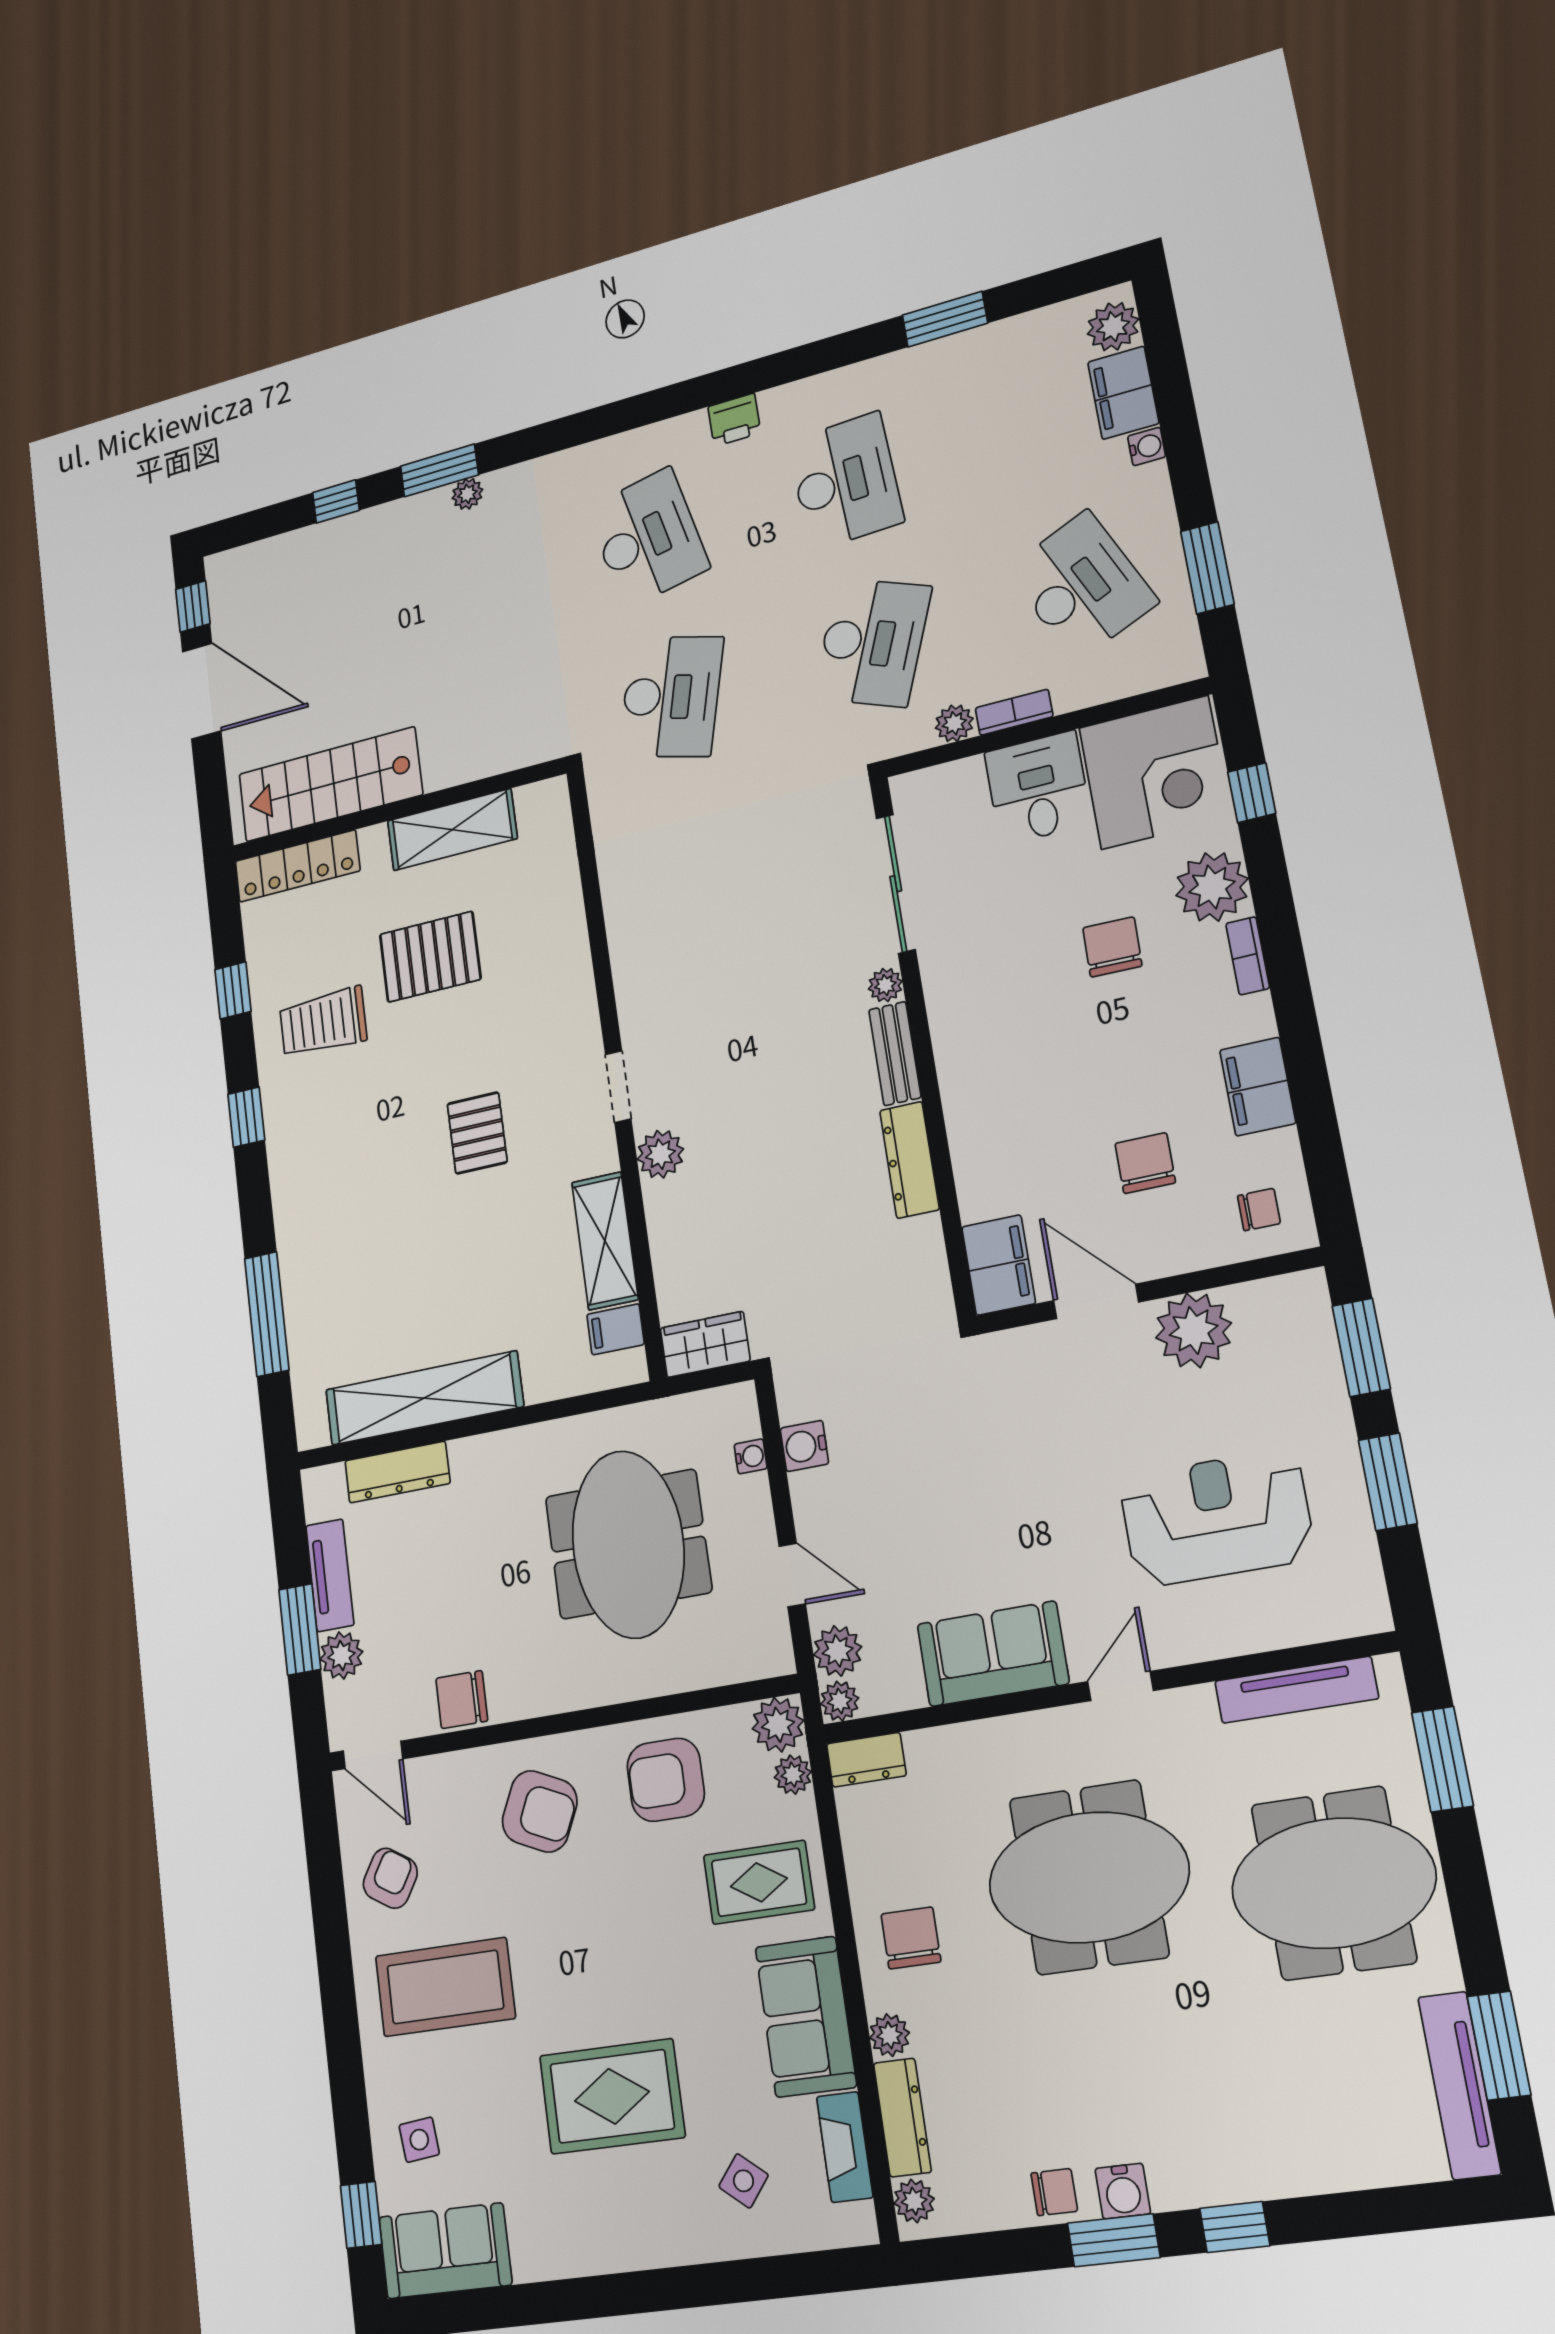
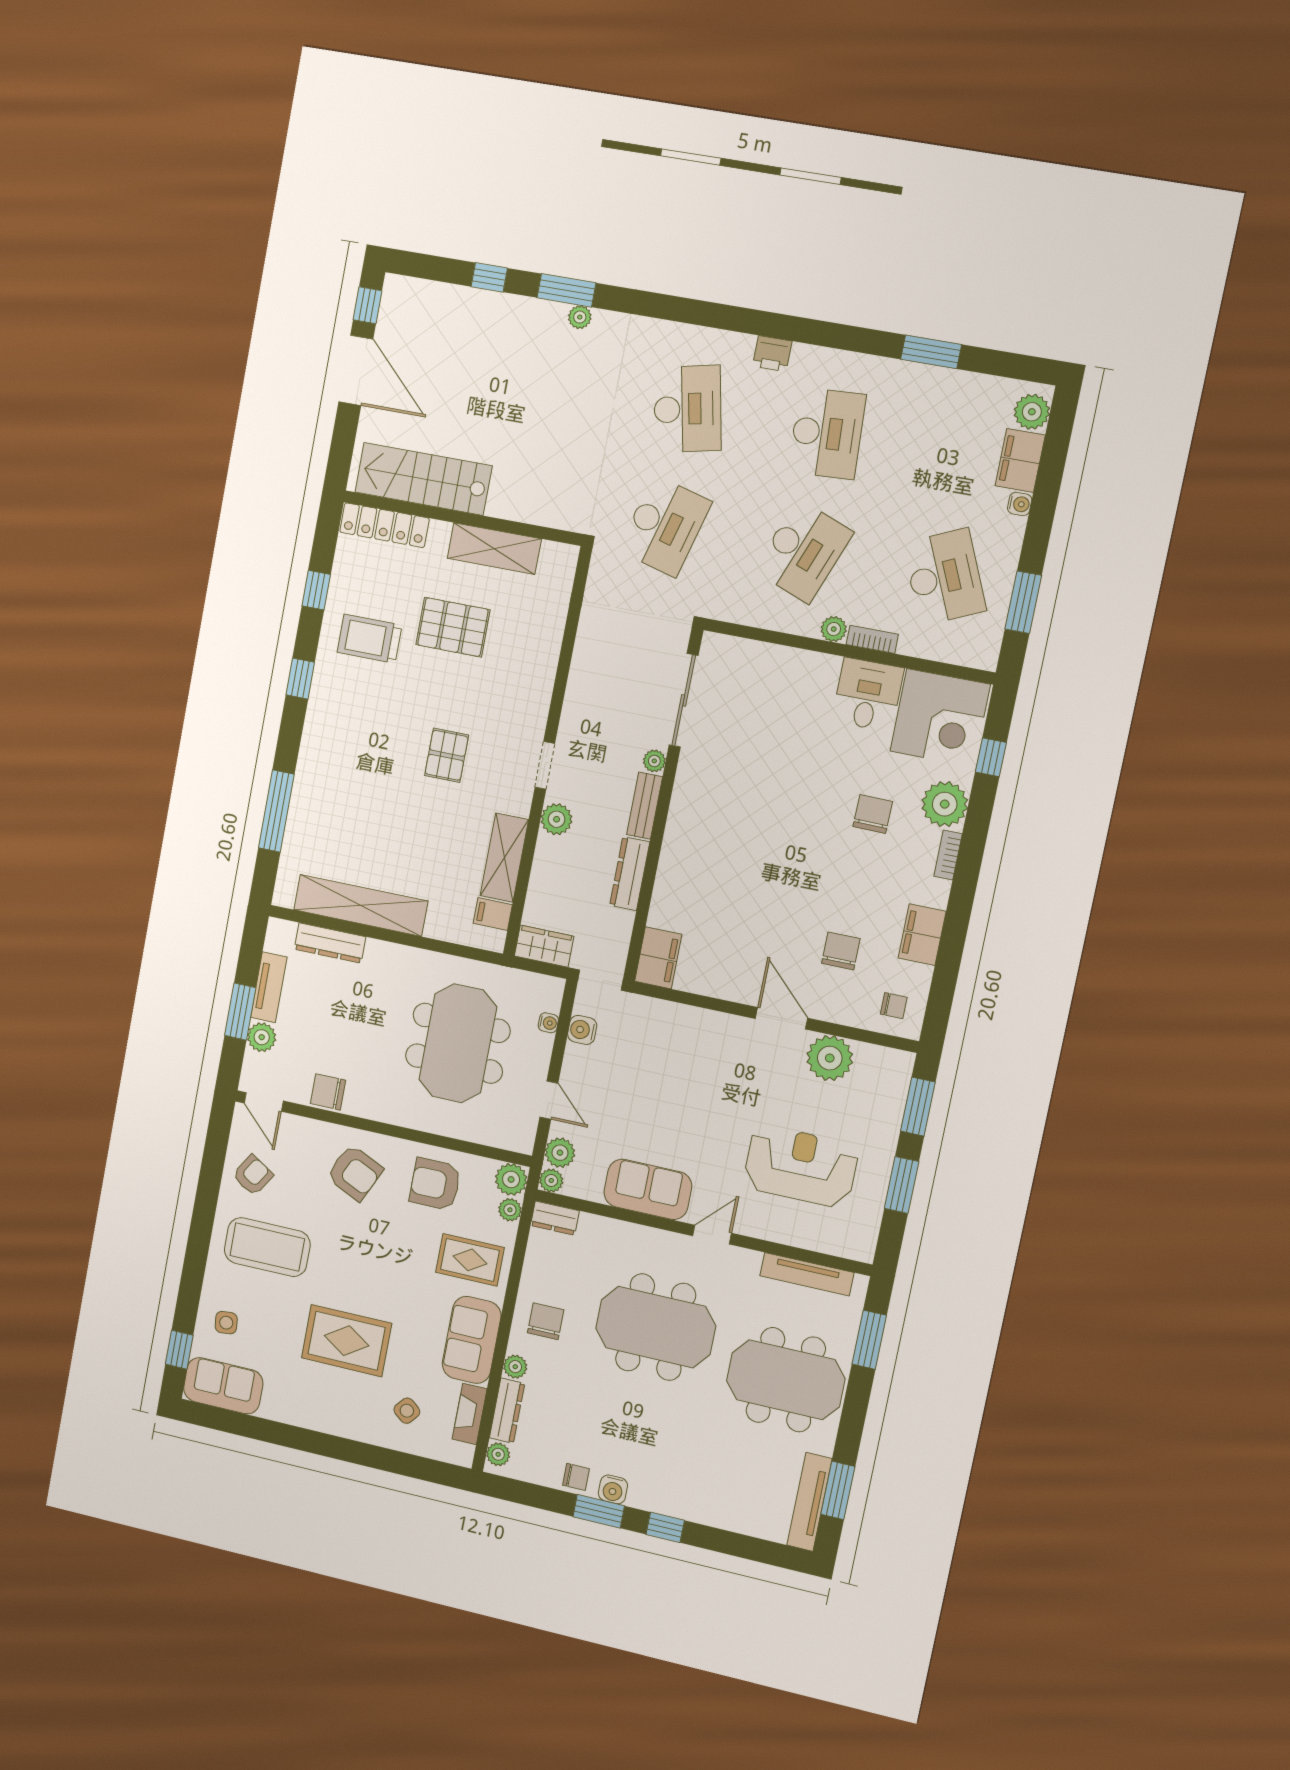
sliding door: (896, 884) -> (684, 700), moved
plant: (885, 985) -> (654, 761), moved
wall: (922, 1042) -> (663, 806), moved
bench: (895, 1054) -> (645, 806), moved
dresser: (909, 1160) -> (630, 874), moved
filing cabinet: (999, 1265) -> (658, 958), moved

